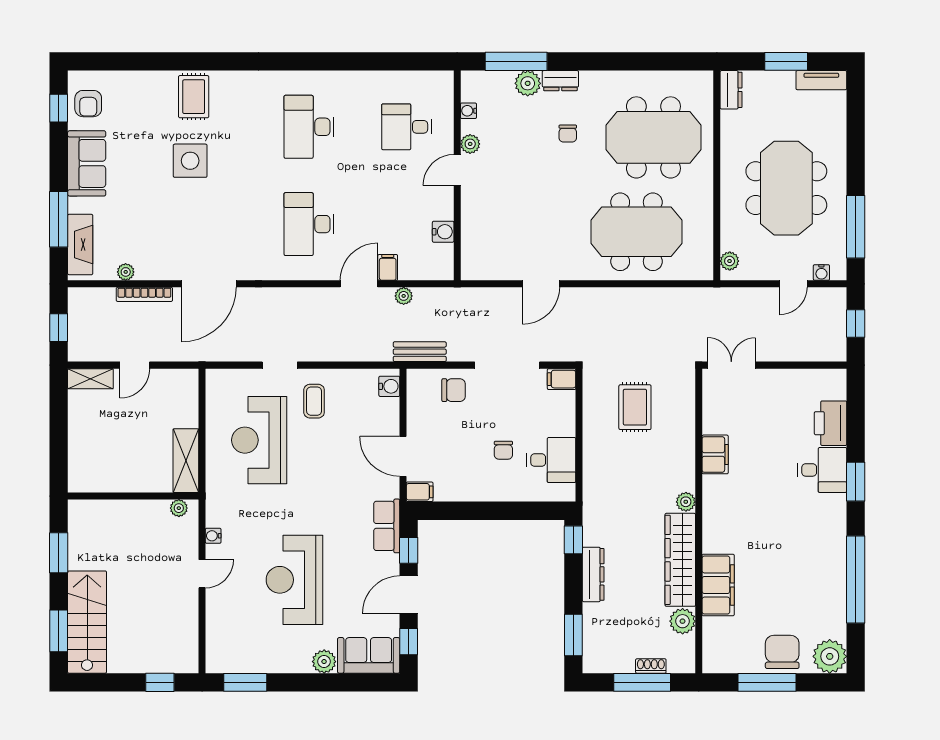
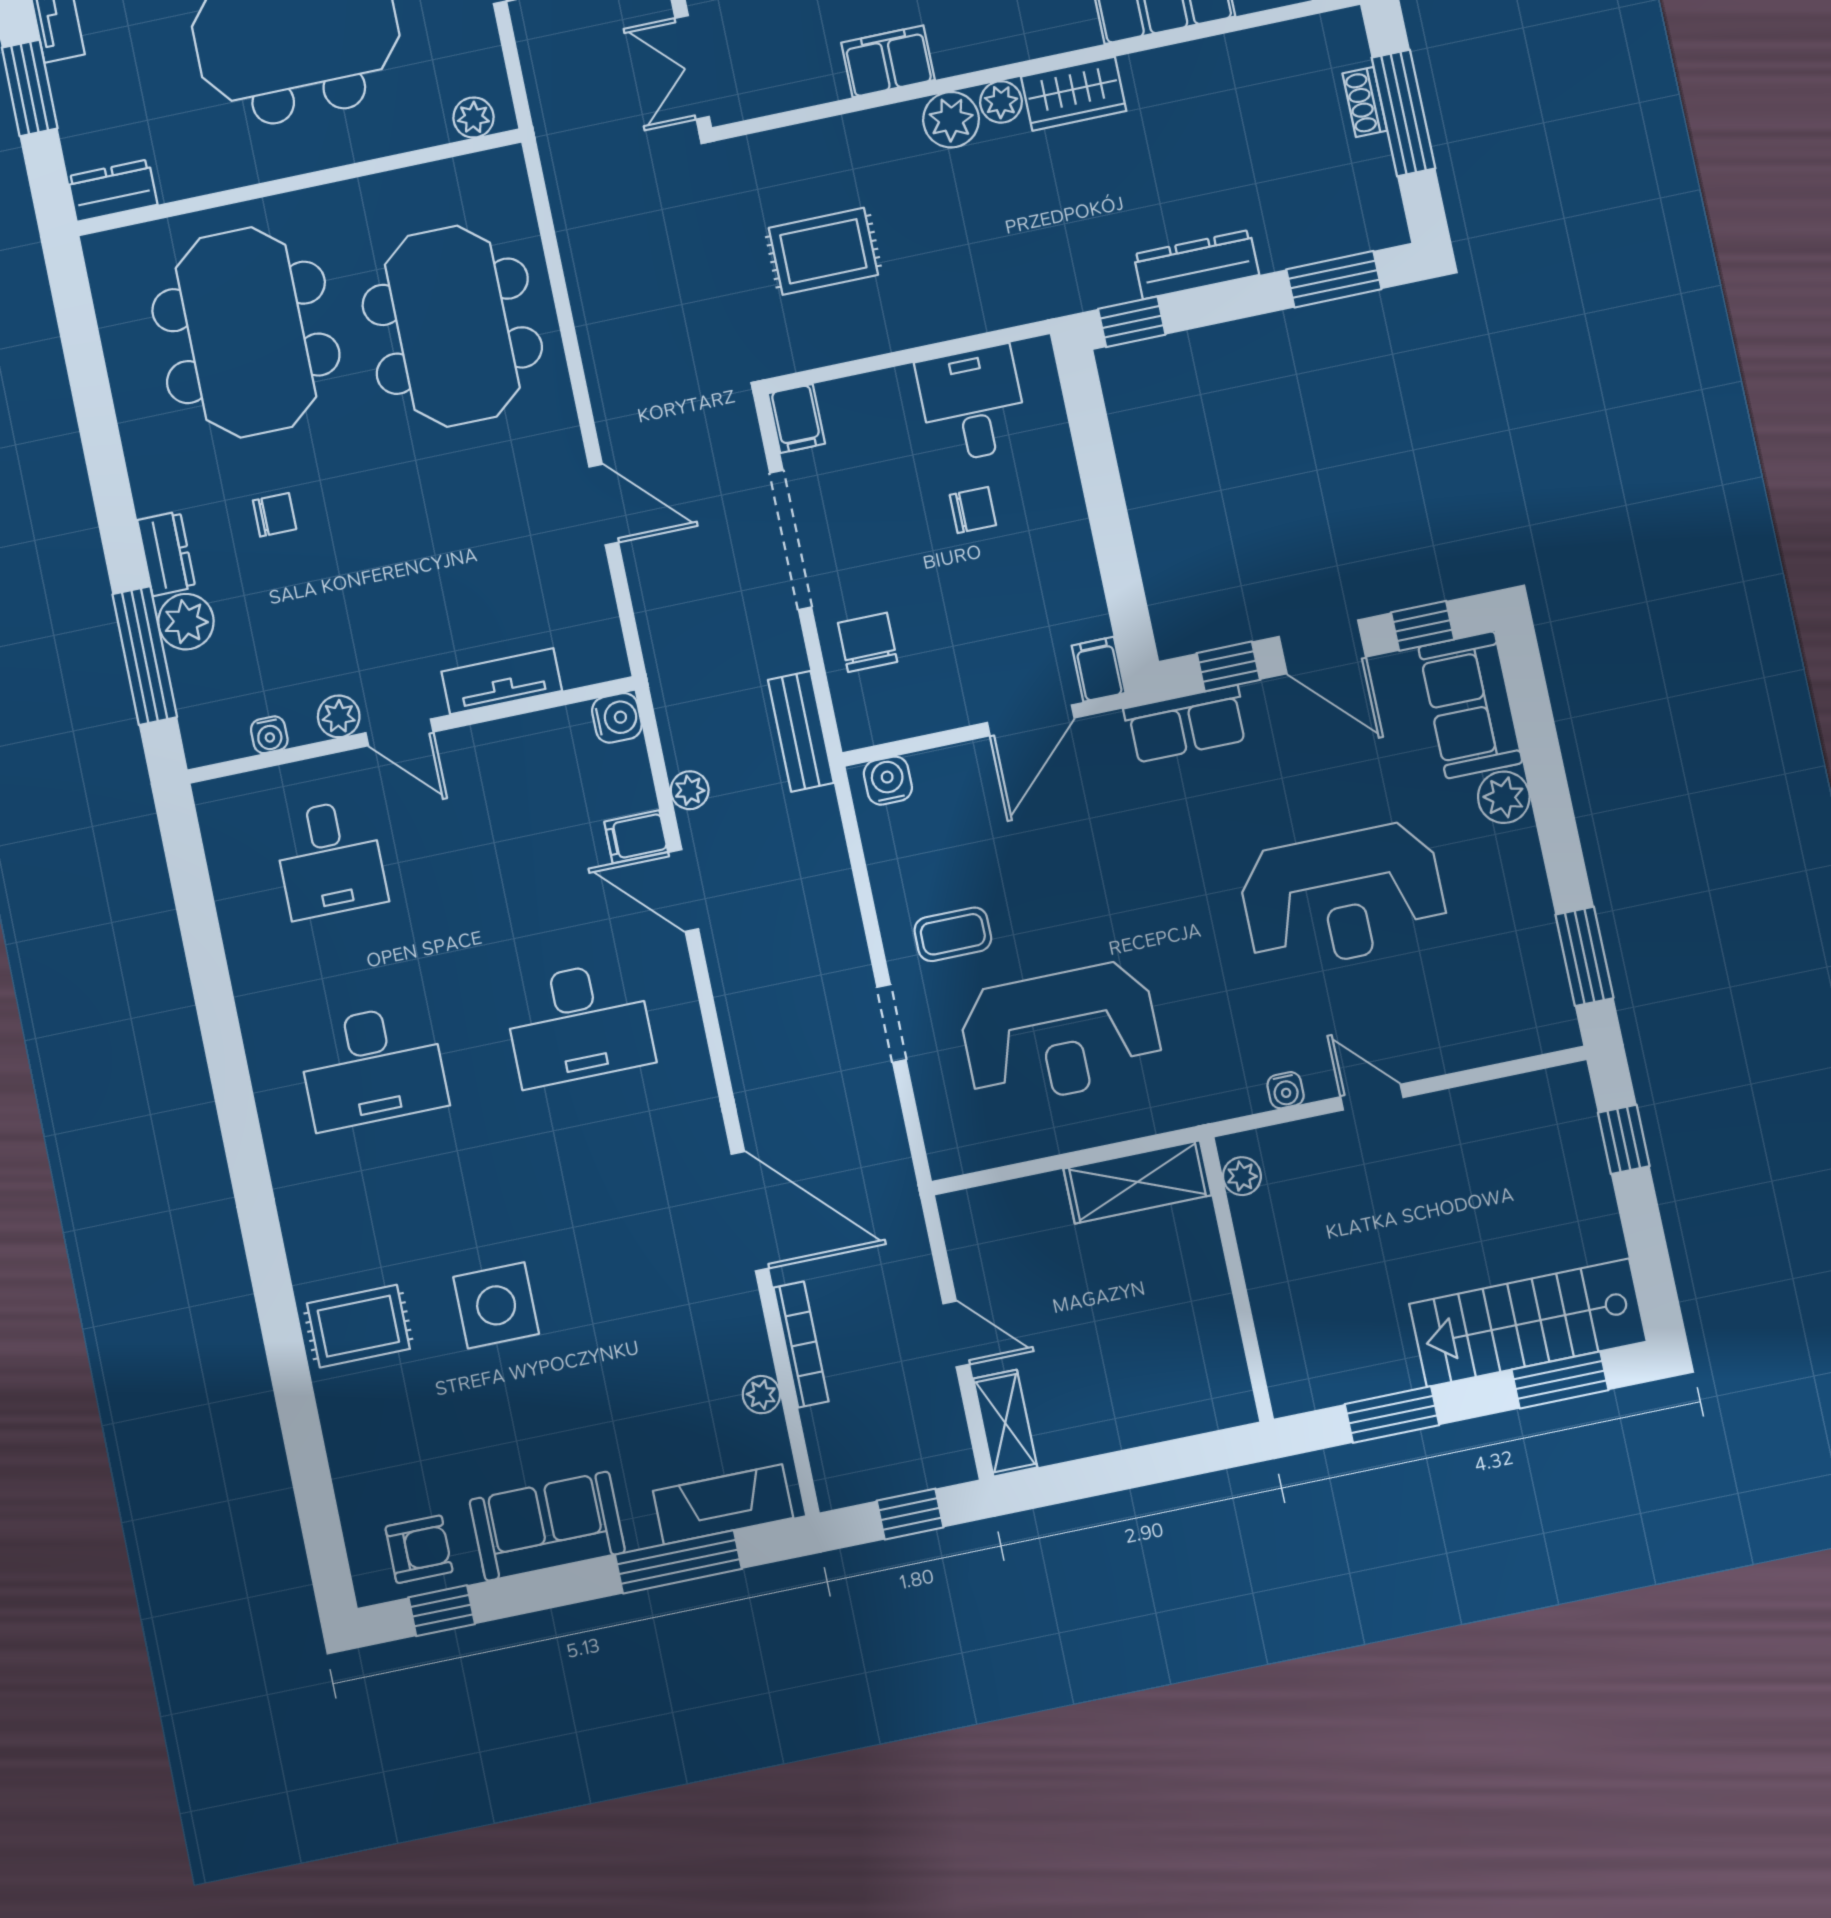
tv unit: (471, 221) -> (502, 681), added
water cooler: (443, 232) -> (617, 718), moved, turned 90
wardrobe: (680, 560) -> (1074, 94), width x0.48, depth x0.85
plant: (683, 621) -> (951, 120), moved

